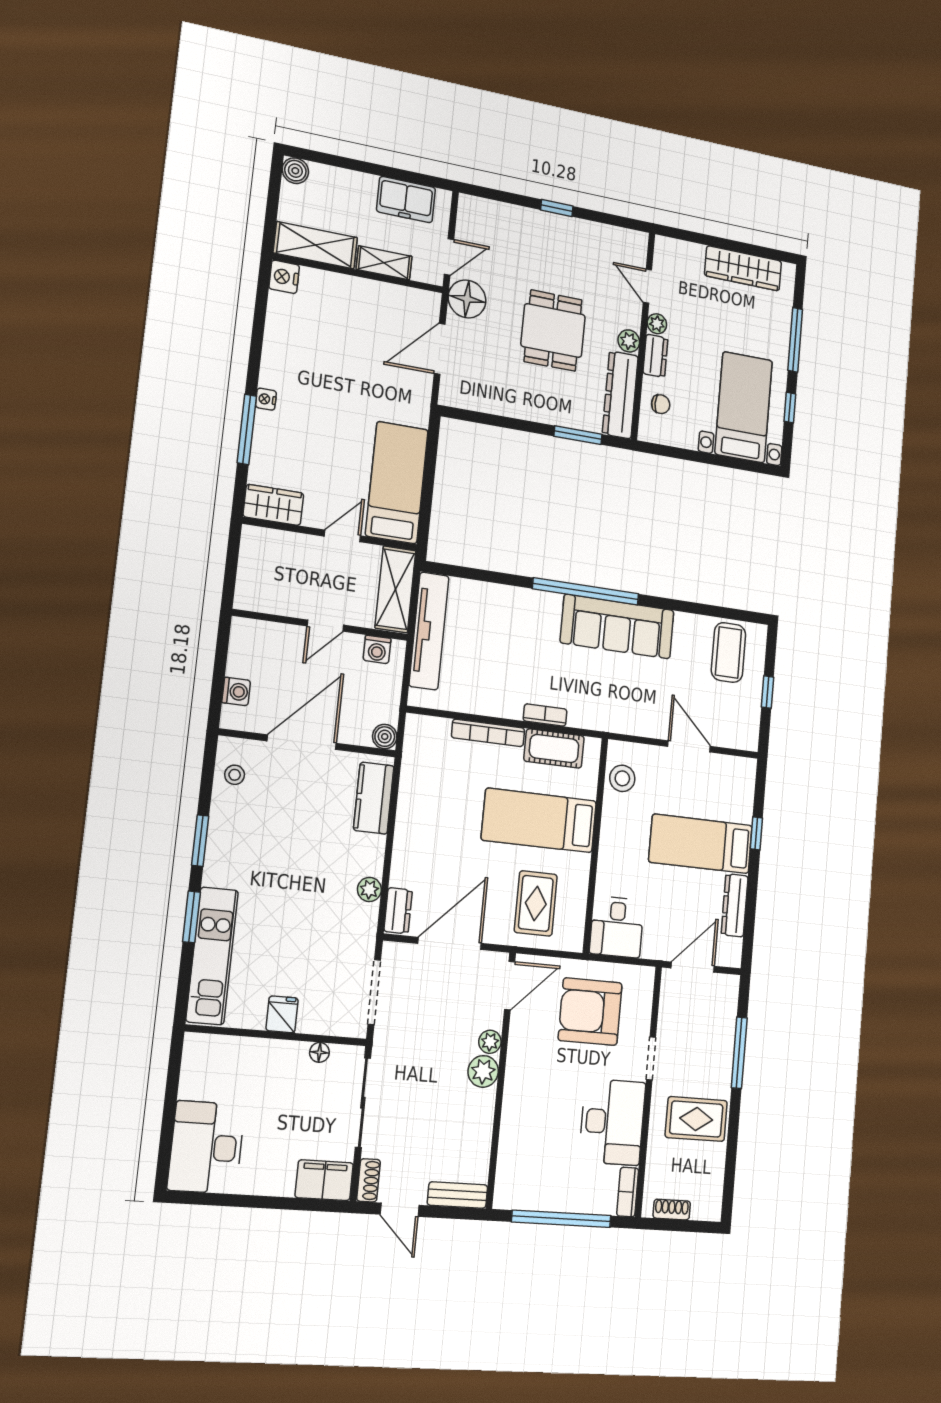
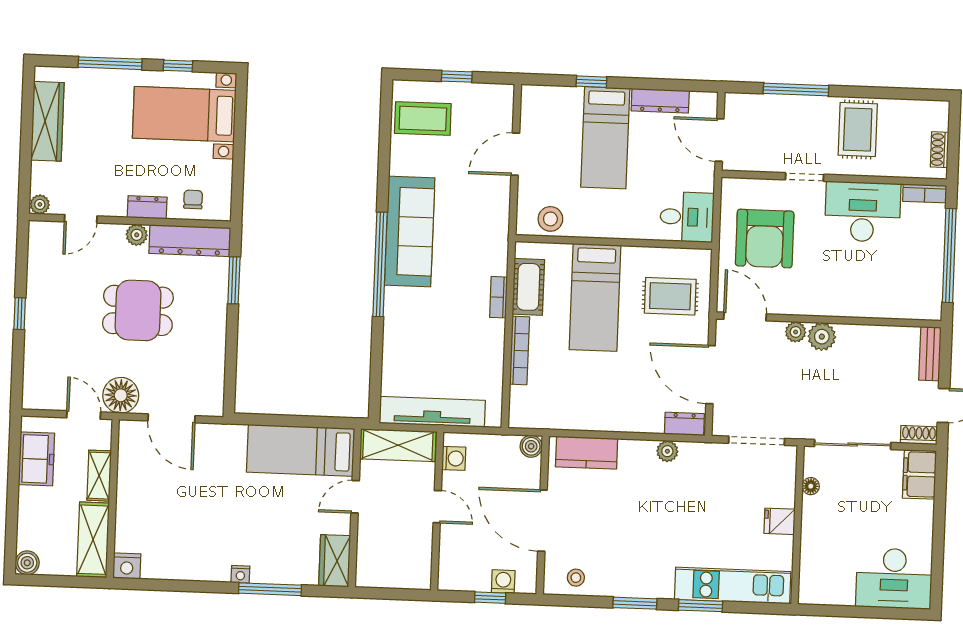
plant: (657, 324) -> (40, 204), moved
door: (342, 536) -> (355, 497), hinge flipped
window: (219, 675) -> (490, 598), added

